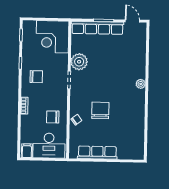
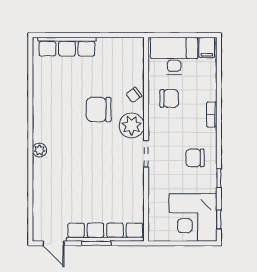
corner desk: (52, 37) -> (193, 218), moved, turned 180
plant: (79, 62) -> (132, 126), moved
chair: (100, 110) -> (99, 110), turned 90
row of seats: (97, 153) -> (67, 47), moved

